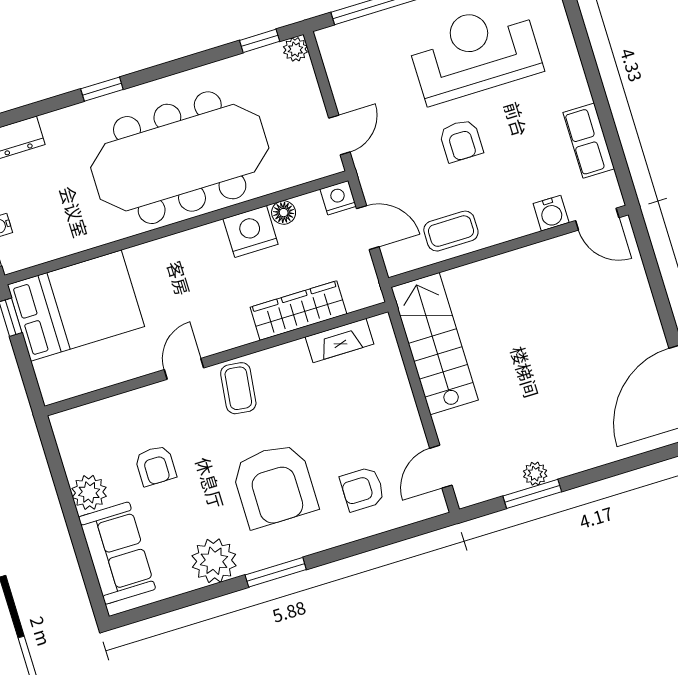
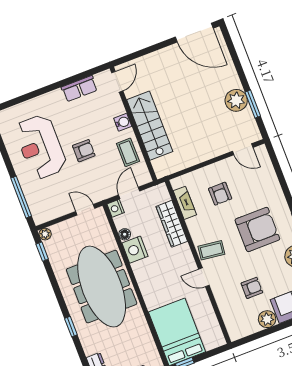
water cooler: (551, 213) -> (123, 122), moved
stairs: (435, 344) -> (150, 126), moved, turned 90
plant: (535, 474) -> (236, 100), width x1.88, depth x1.88
armchair: (362, 489) -> (220, 194), moved

